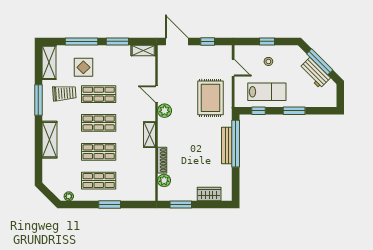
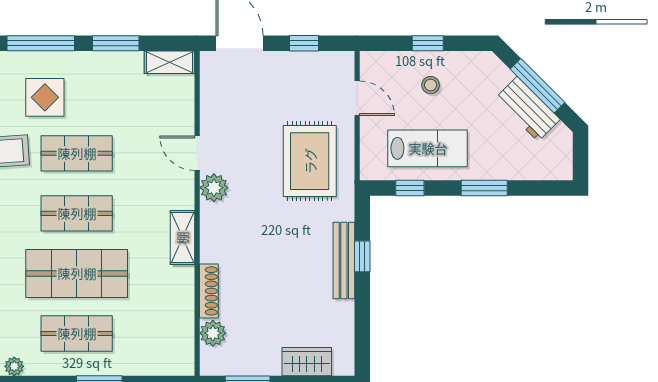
window: (236, 144) -> (362, 256), width x0.32
shop shelf: (99, 152) -> (77, 273), width x1.43, depth x1.36

